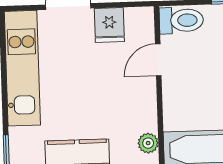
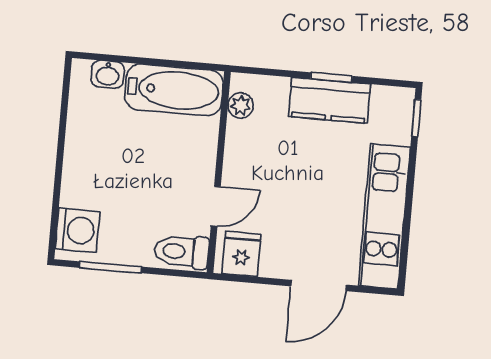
fridge: (109, 25) -> (241, 254), moved

